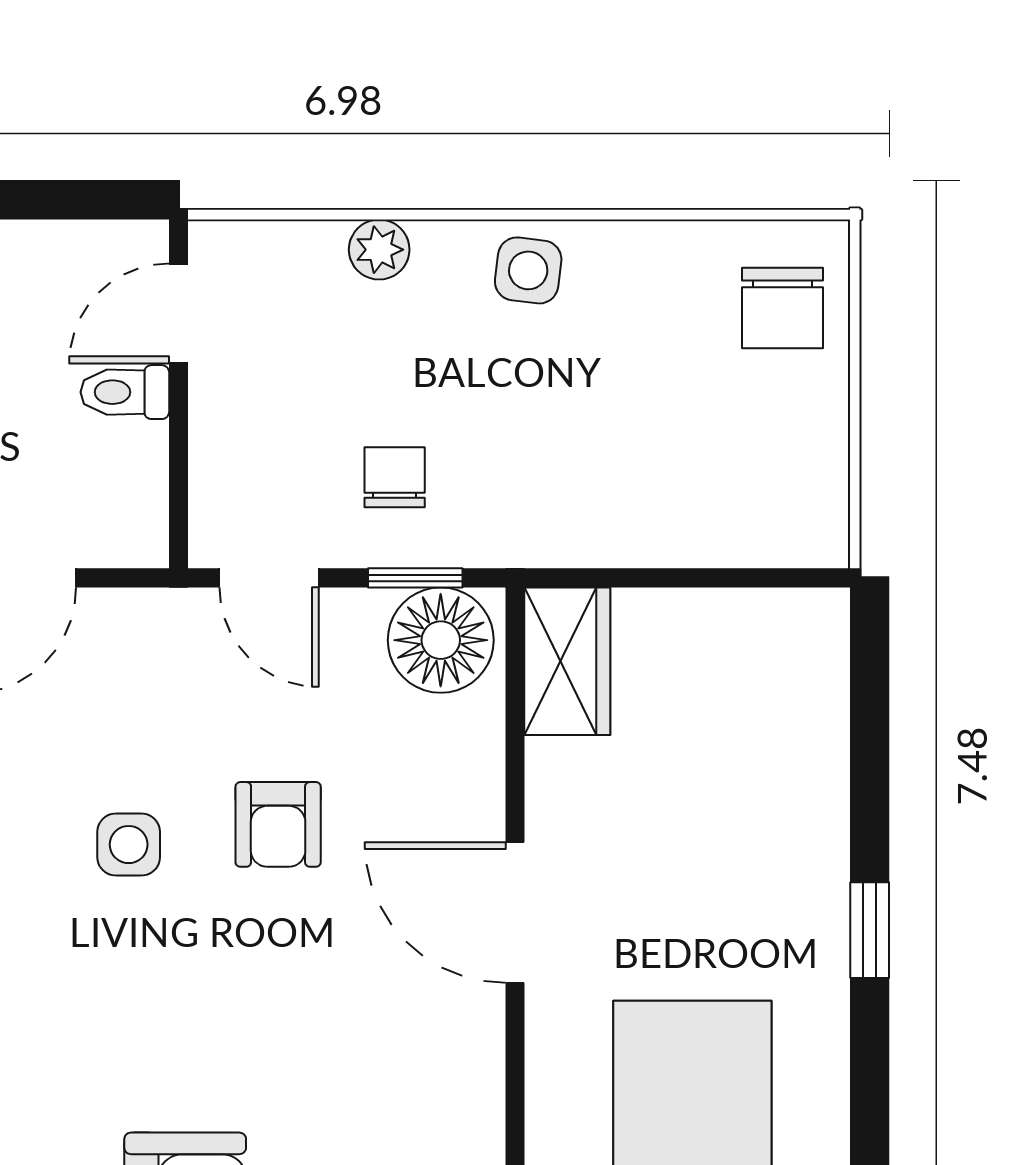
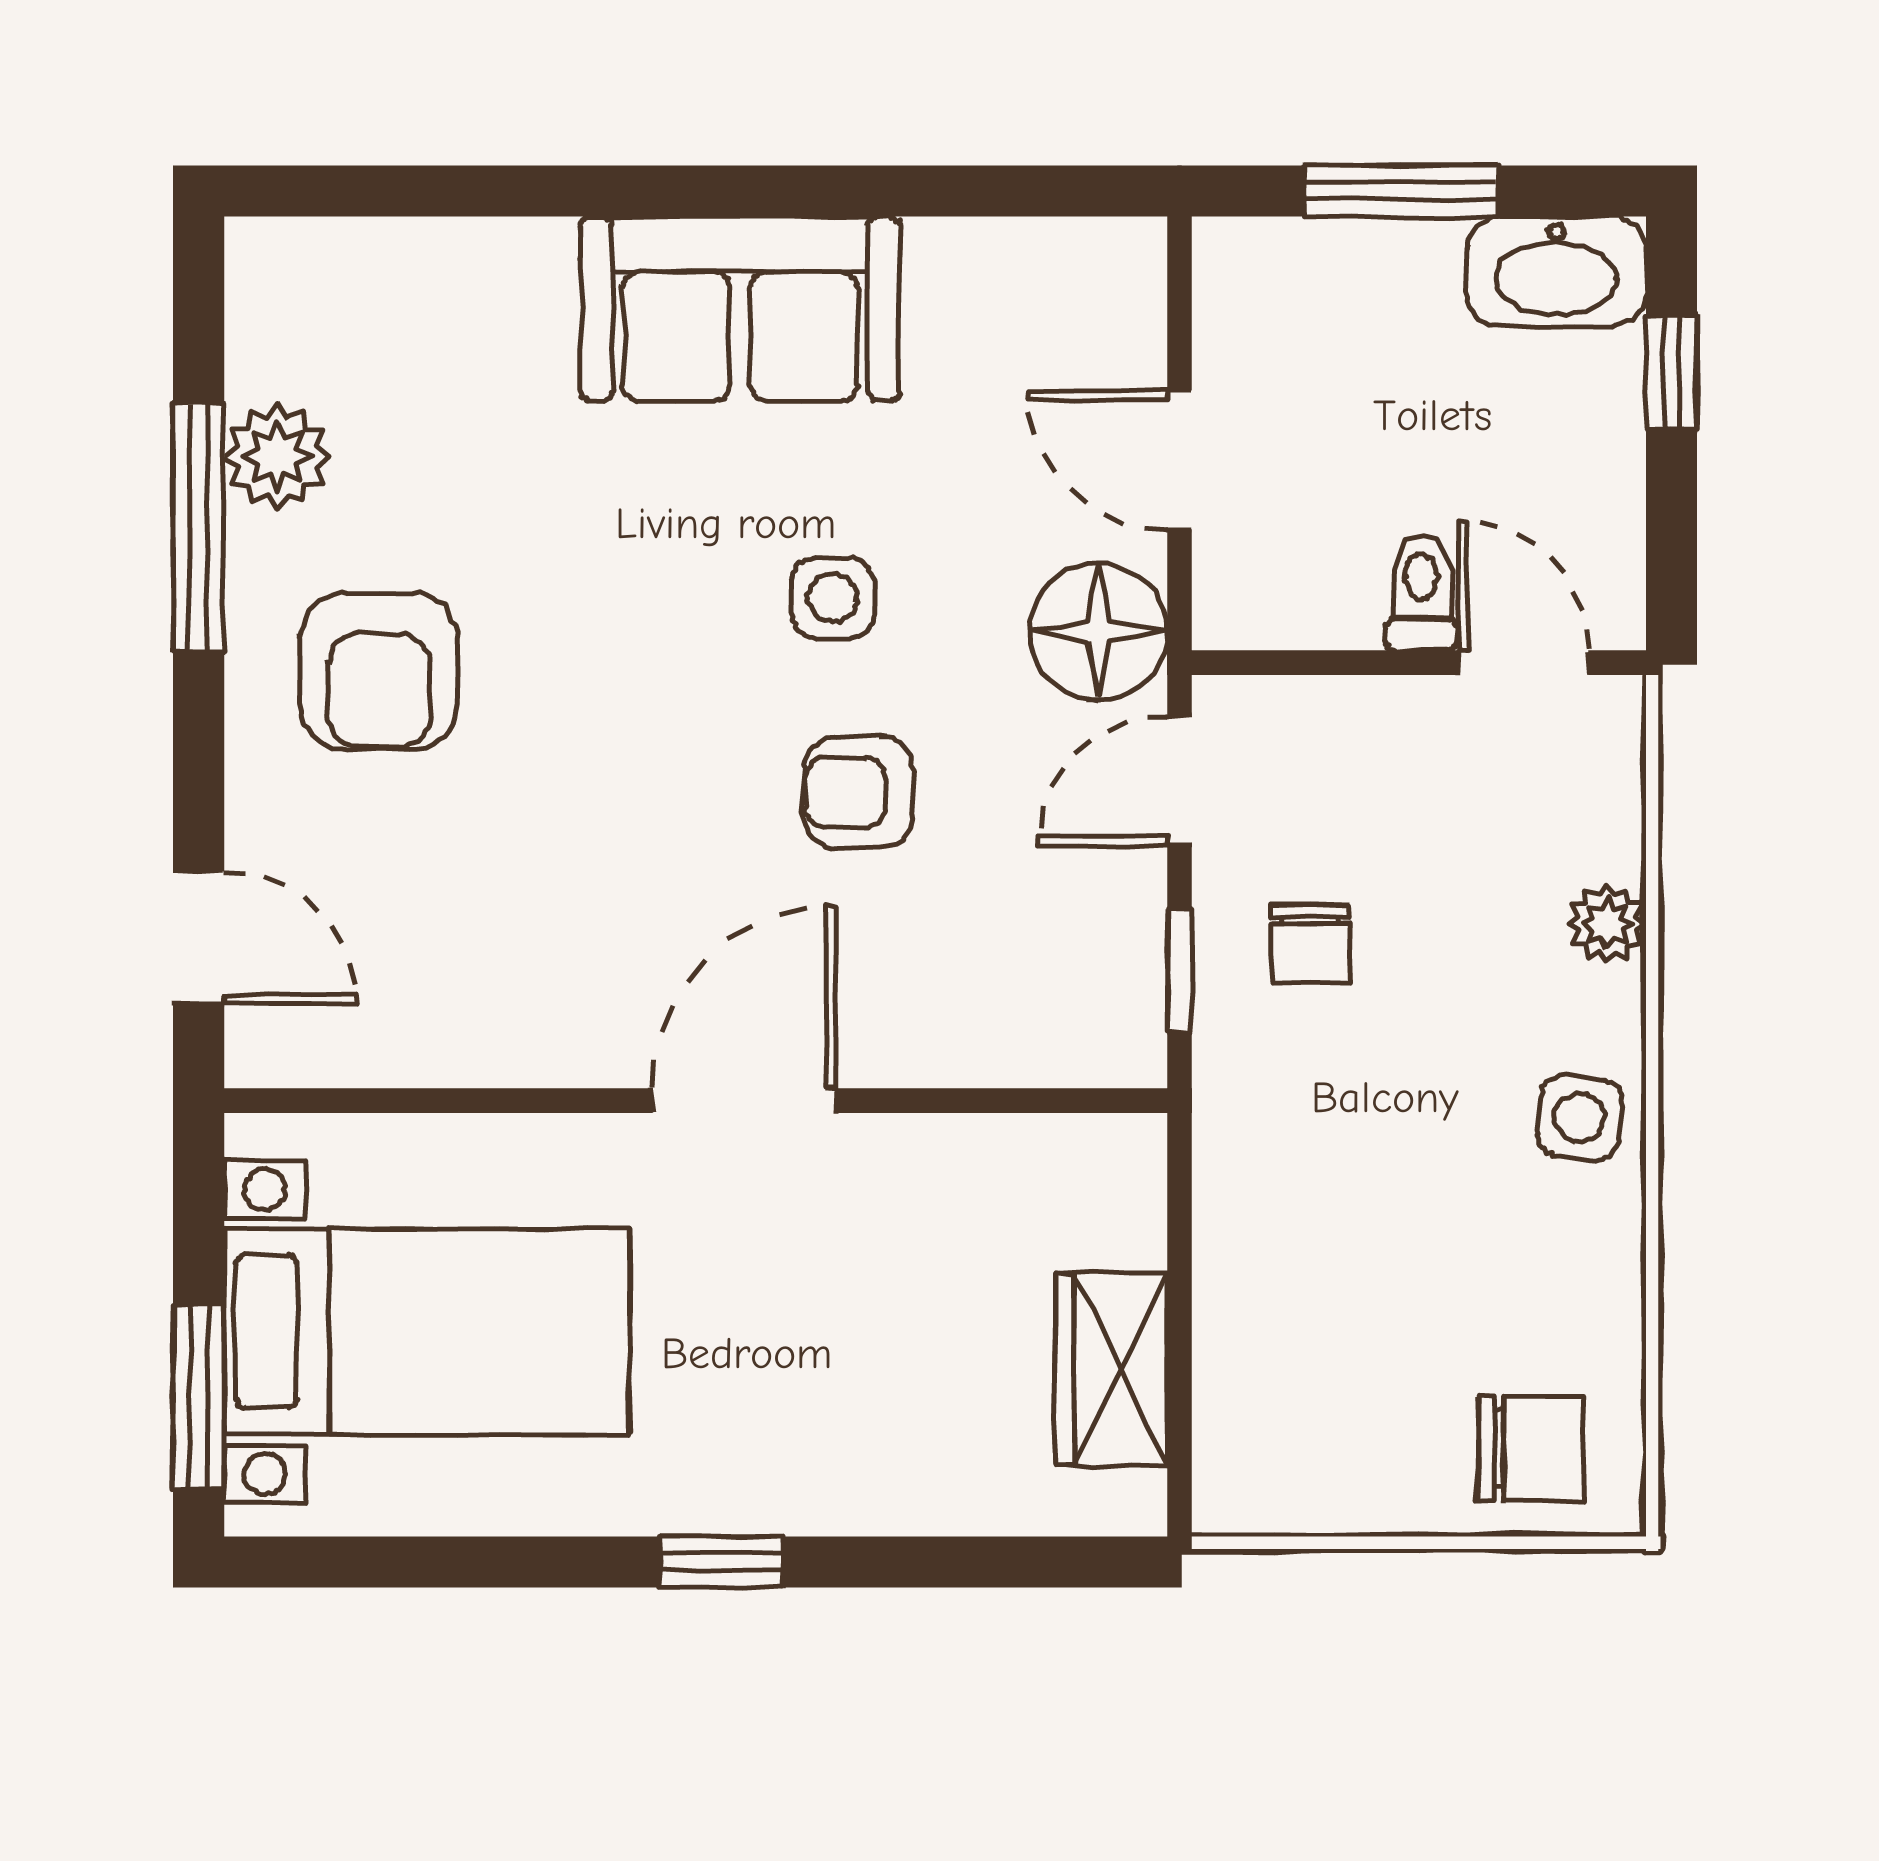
chair: (782, 308) -> (1531, 1449), turned 180
chair: (395, 477) -> (1310, 944), turned 90
floor lamp: (441, 640) -> (1099, 631), moved
wardrobe: (567, 661) -> (1112, 1369), moved, turned 90

